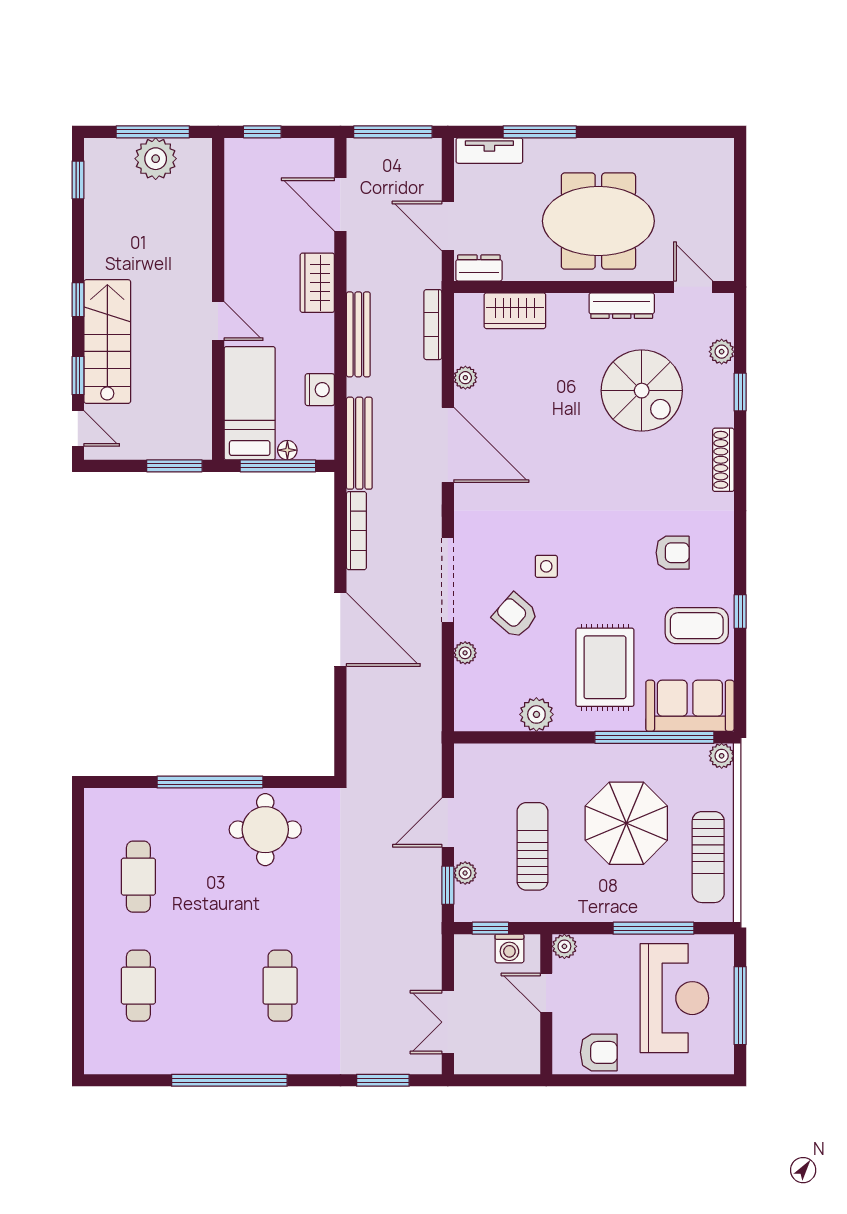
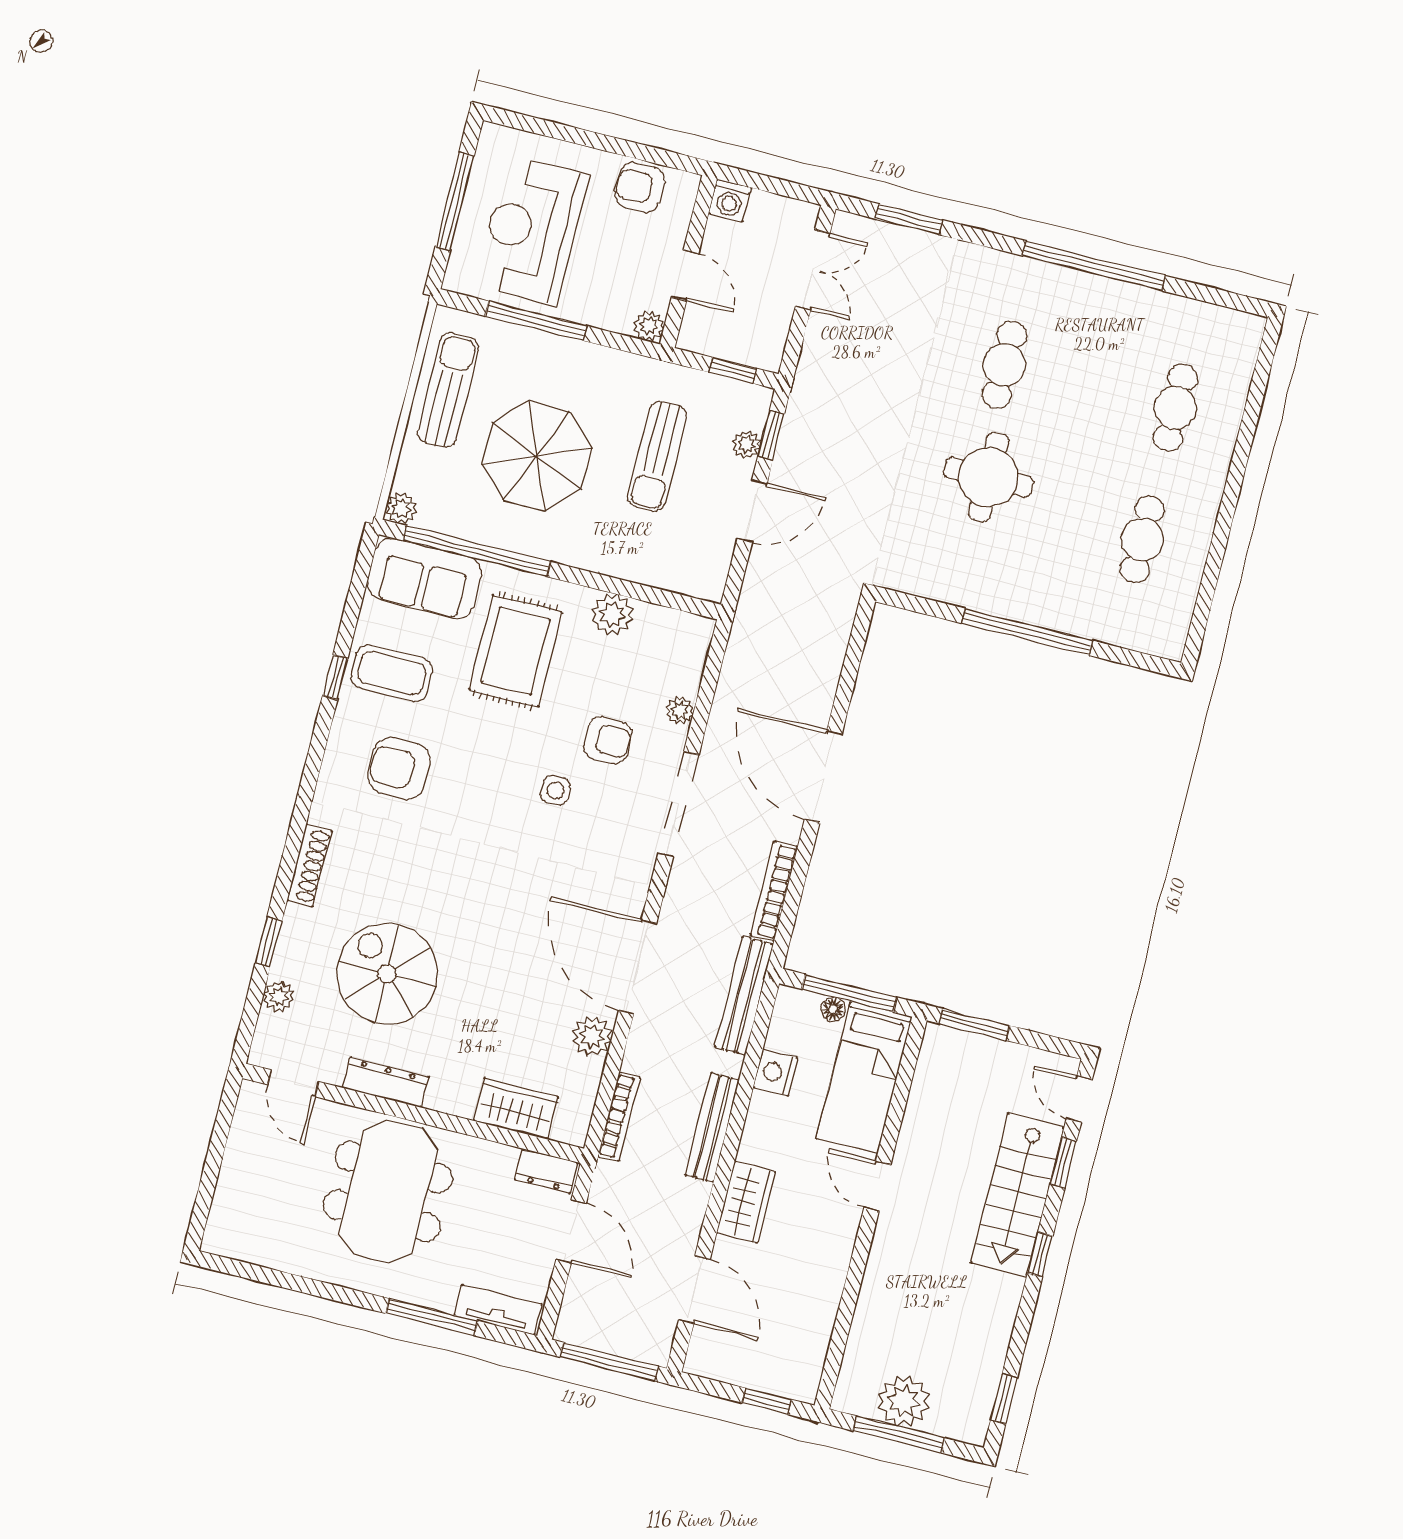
meeting table: (598, 221) -> (388, 1192), turned 90
plant: (465, 378) -> (592, 1036), width x1.38, depth x1.38
armchair: (673, 553) -> (399, 769), width x1.38, depth x1.38
armchair: (515, 616) -> (608, 740), turned -41
round table: (265, 830) -> (988, 477), moved
washing machine: (509, 948) -> (730, 200), moved, turned 180

